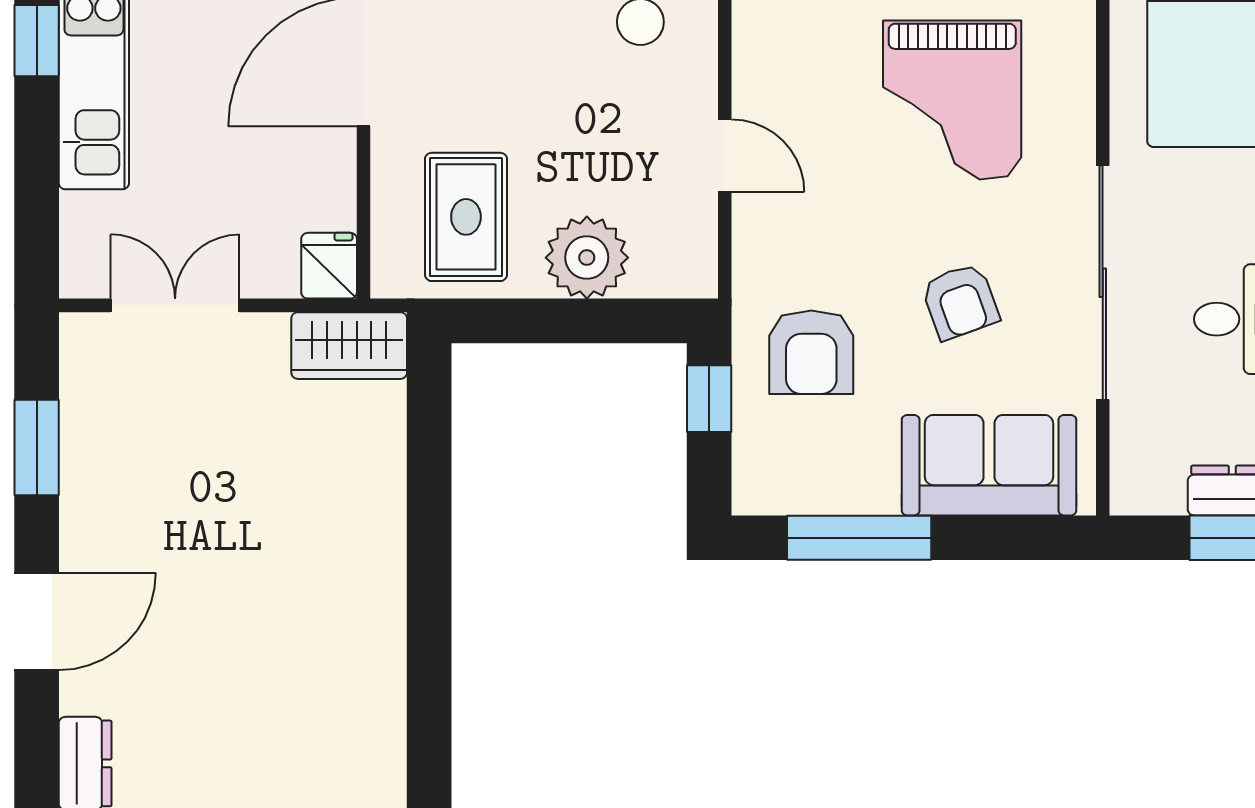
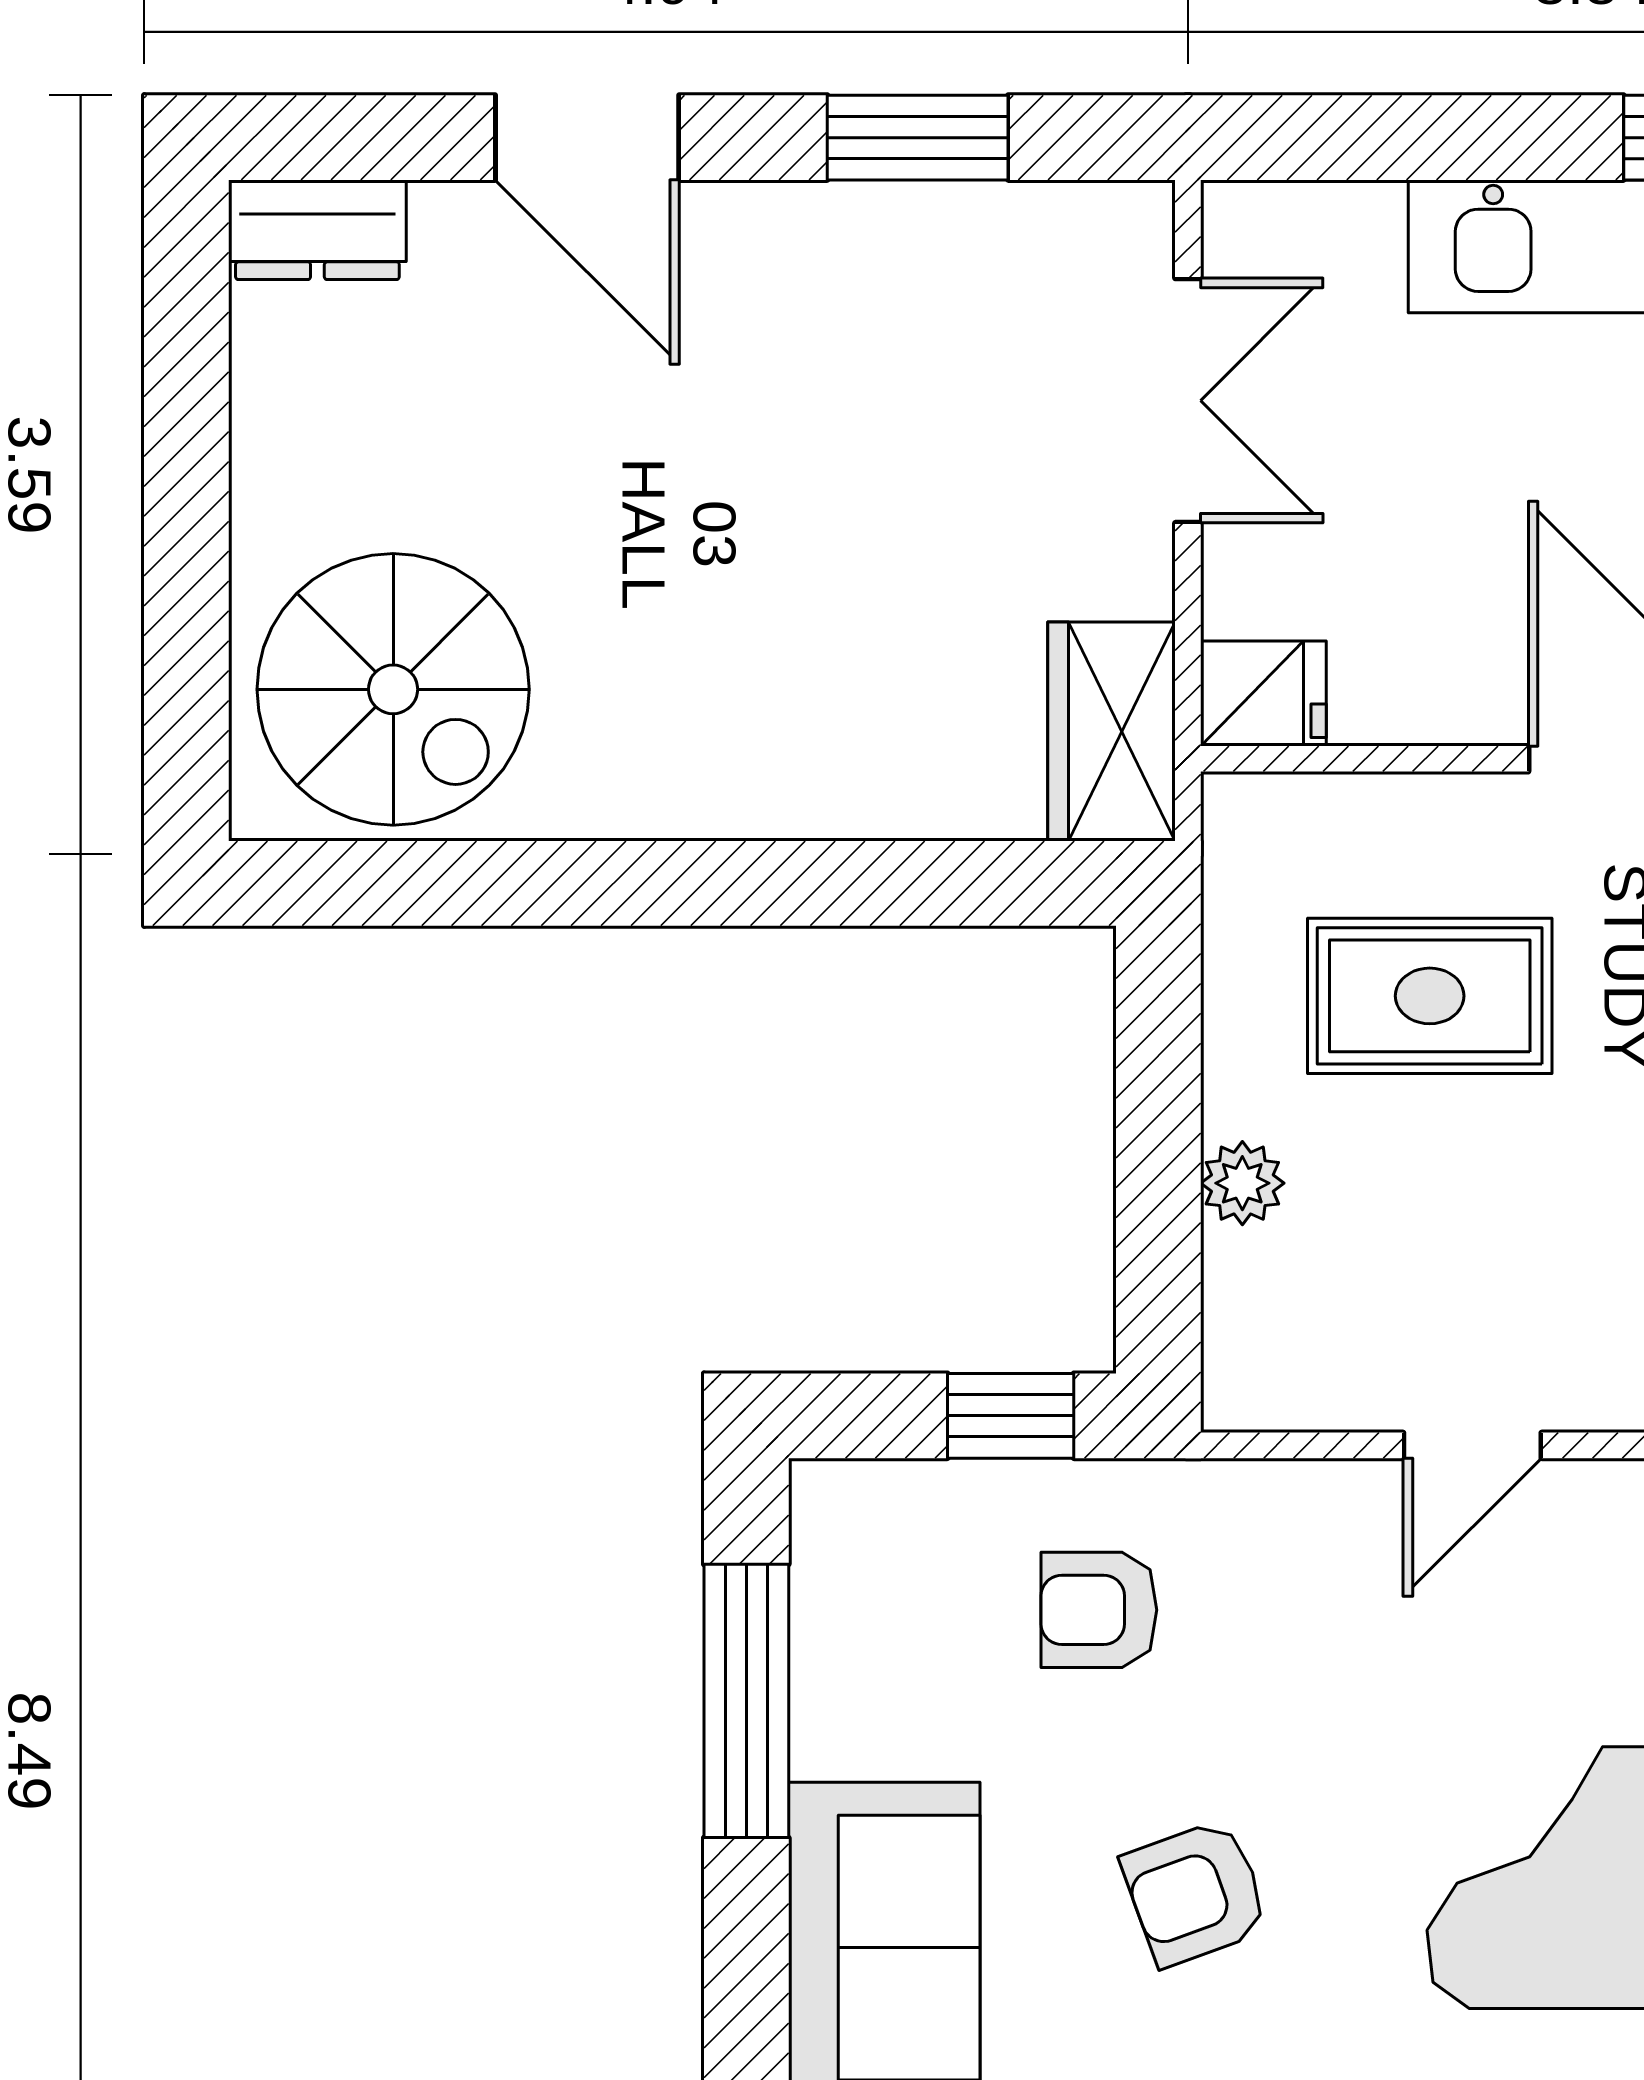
rug: (466, 217) -> (1430, 996), moved
plant: (587, 258) -> (1242, 1183), width x0.53, depth x0.53
armchair: (811, 352) -> (1099, 1610), width x0.72, depth x0.72
spiral stairs: (327, 724) -> (393, 689), added

